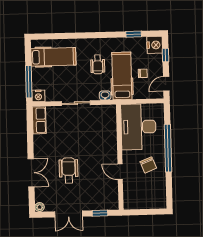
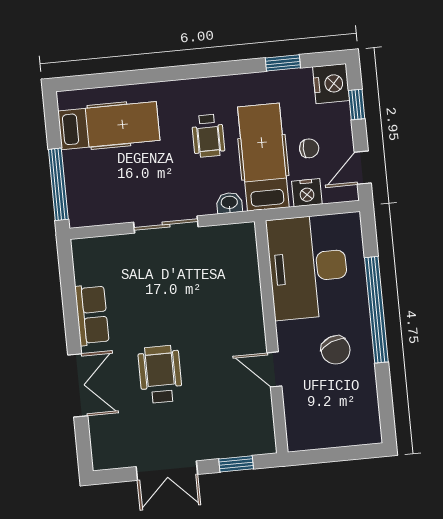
nightstand: (38, 96) -> (307, 193), moved
row of seats: (39, 120) -> (92, 315), moved
plant: (40, 207) -> (102, 460), removed

